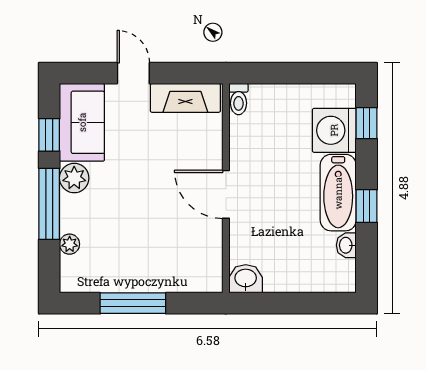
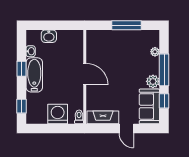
washing machine: (334, 130) -> (58, 114), moved, turned -90
washbasin: (246, 279) -> (49, 36), moved

